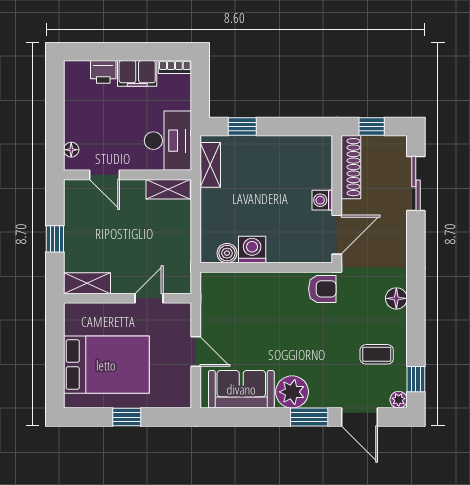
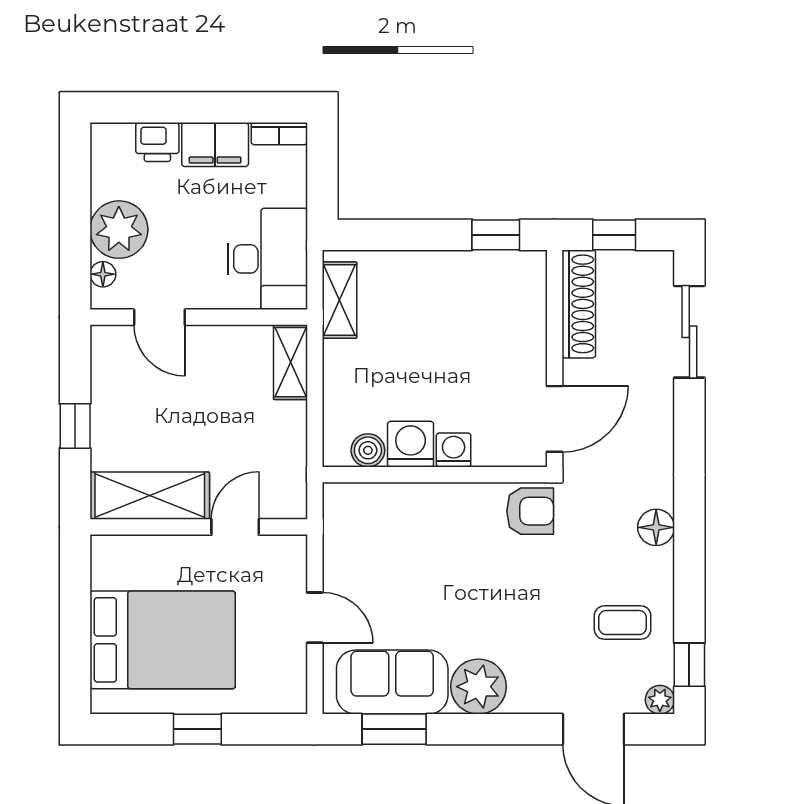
plant: (81, 123) -> (119, 230), added
window: (242, 126) -> (496, 235), moved
shelving: (168, 189) -> (290, 362), moved, turned 90
washing machine: (322, 200) -> (454, 450), moved, turned 90
shelving: (87, 283) -> (150, 496), width x1.50, depth x1.33
window: (309, 417) -> (394, 729), moved

